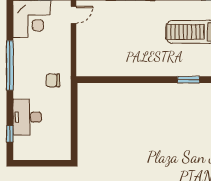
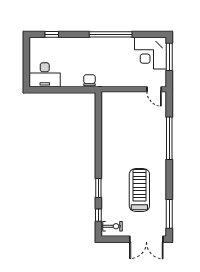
chair: (53, 80) -> (89, 80), moved
desk: (27, 117) -> (45, 75), moved, turned 180

